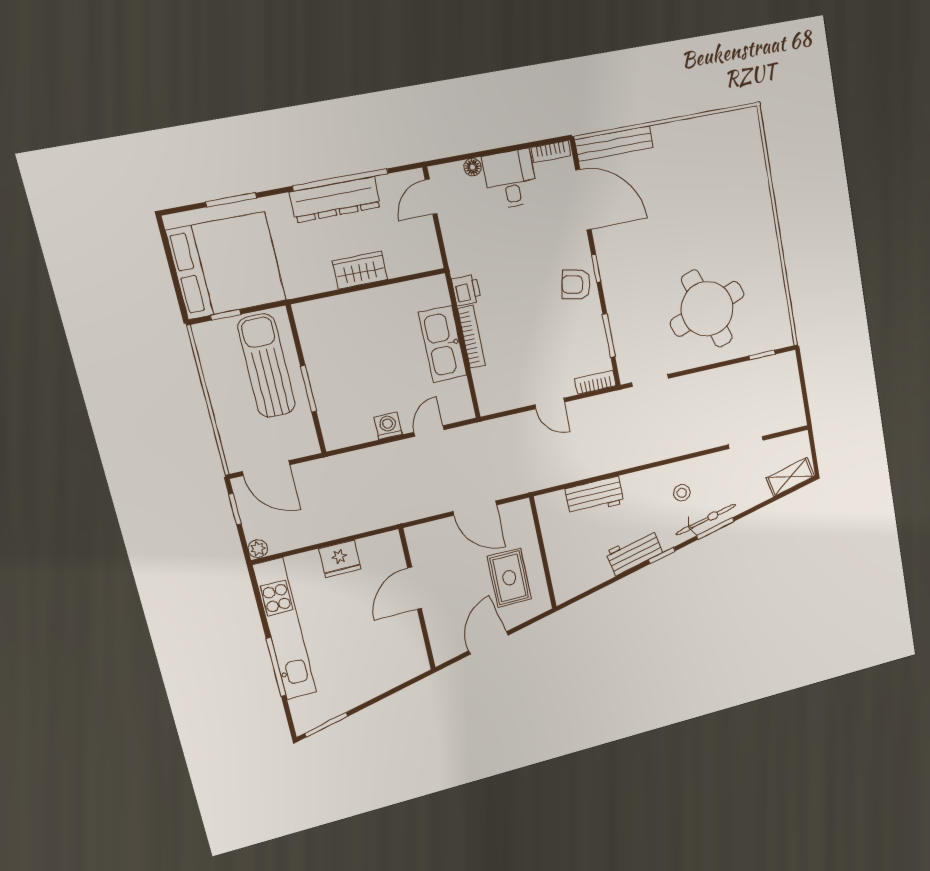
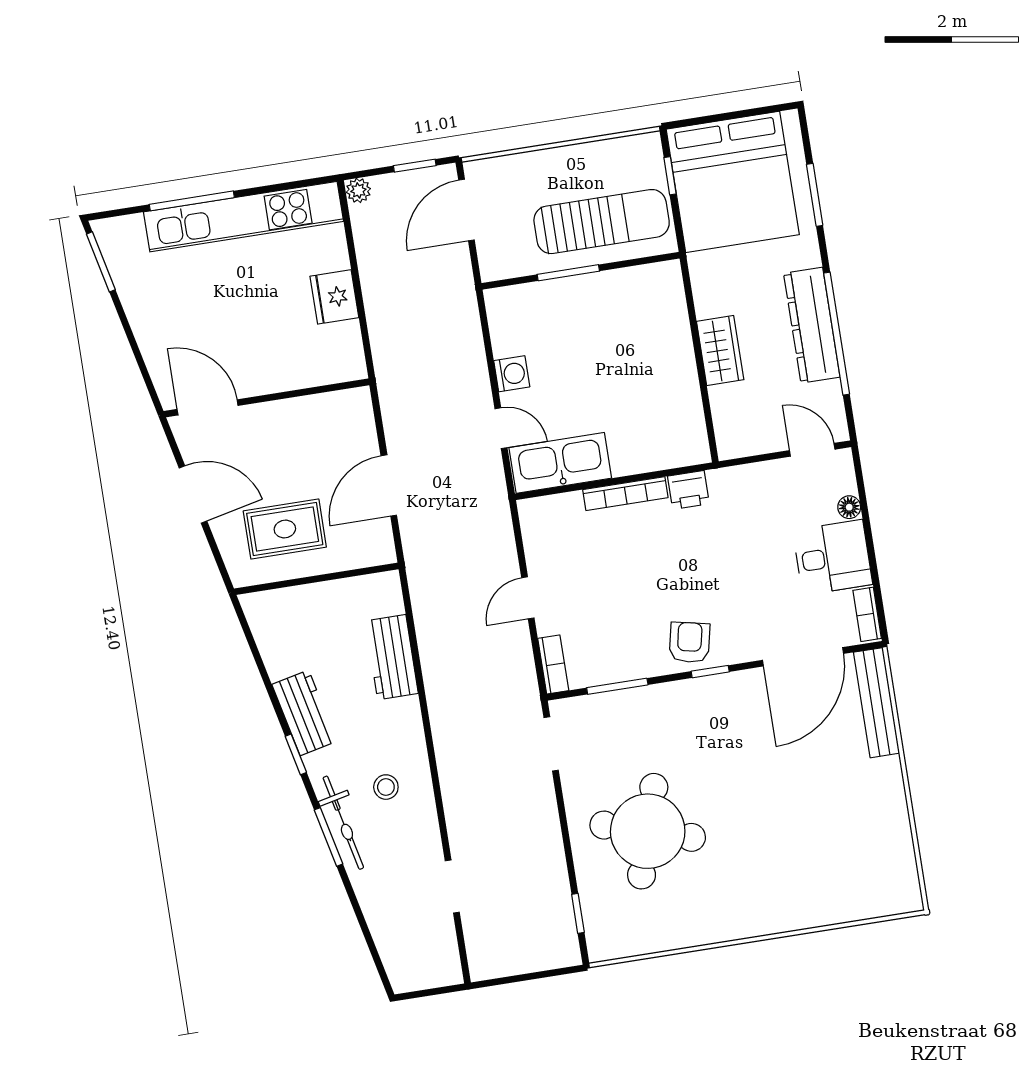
round table: (707, 309) -> (648, 831), turned 36
kitchen sink: (443, 344) -> (560, 463), moved
shelving: (790, 477) -> (396, 955), removed
door: (415, 588) -> (208, 407), moved

